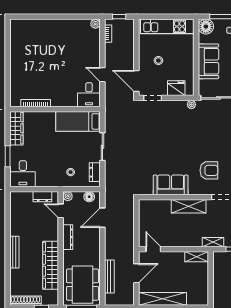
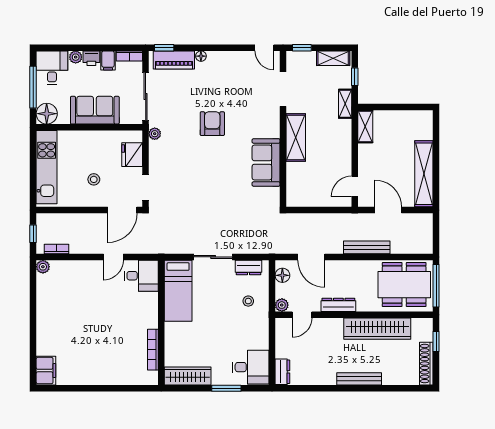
filing cabinet: (20, 26) -> (46, 371), added
armchair: (209, 170) -> (212, 124), moved
dresser: (42, 197) -> (282, 372), moved
bench: (109, 277) -> (367, 247), moved

